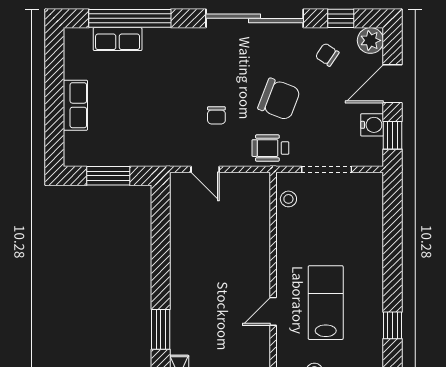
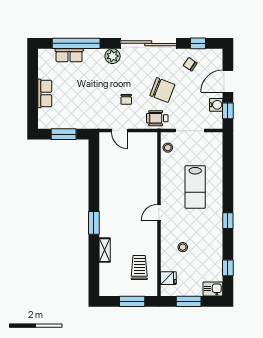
plant: (370, 40) -> (113, 56), moved
lab bench: (326, 303) -> (195, 187), moved, turned 180

